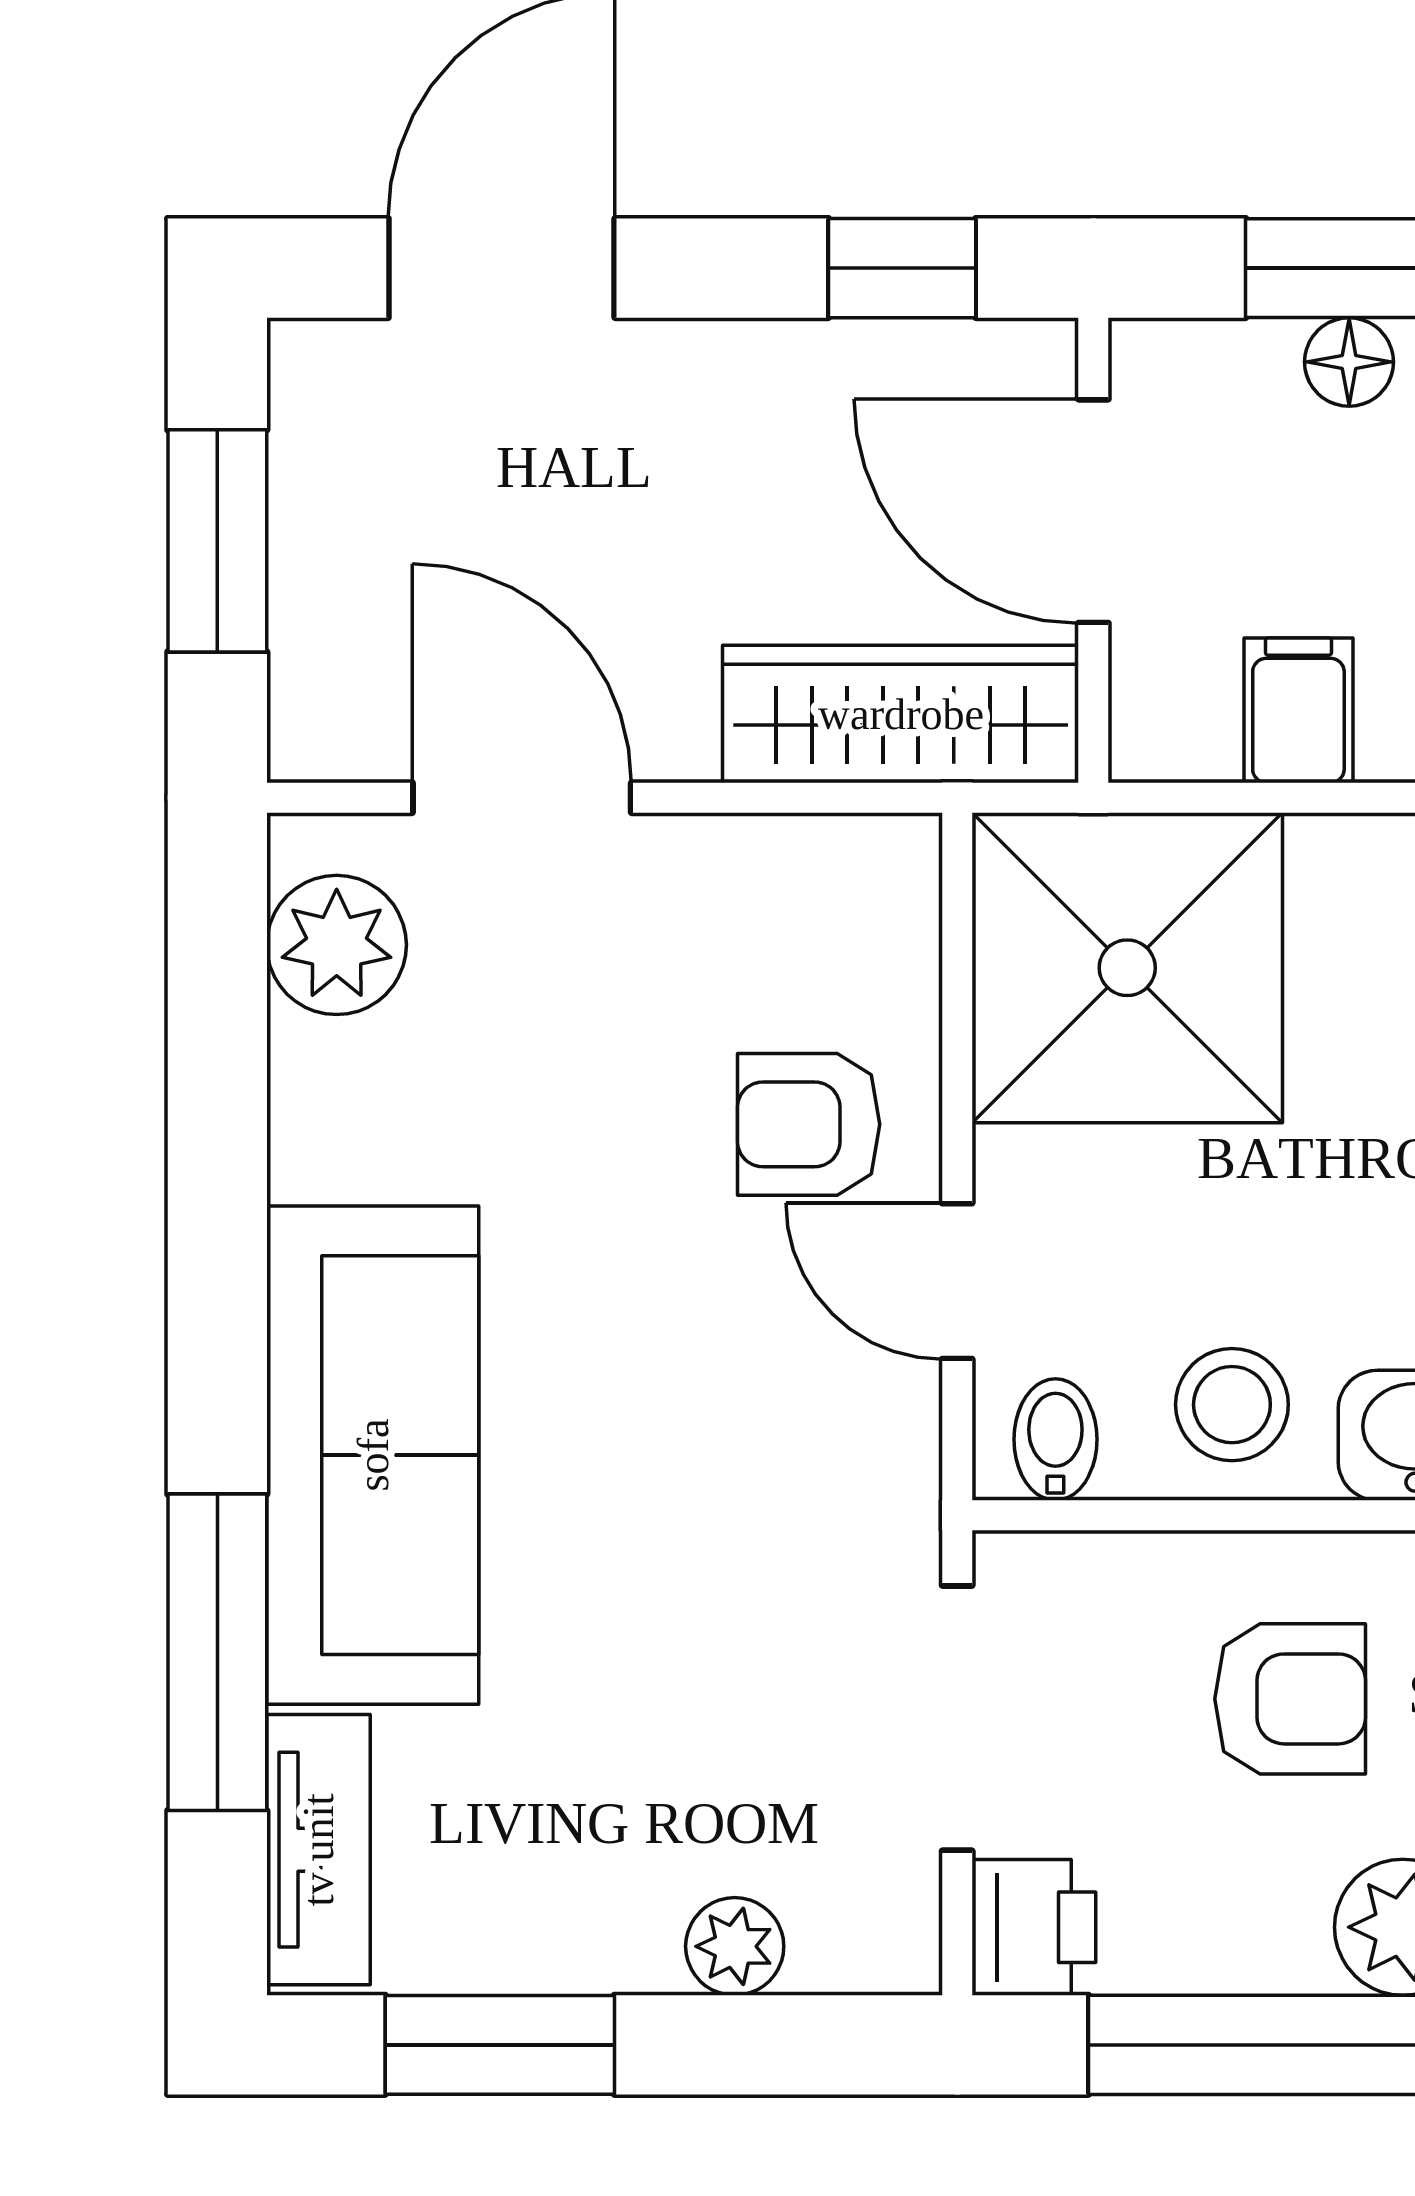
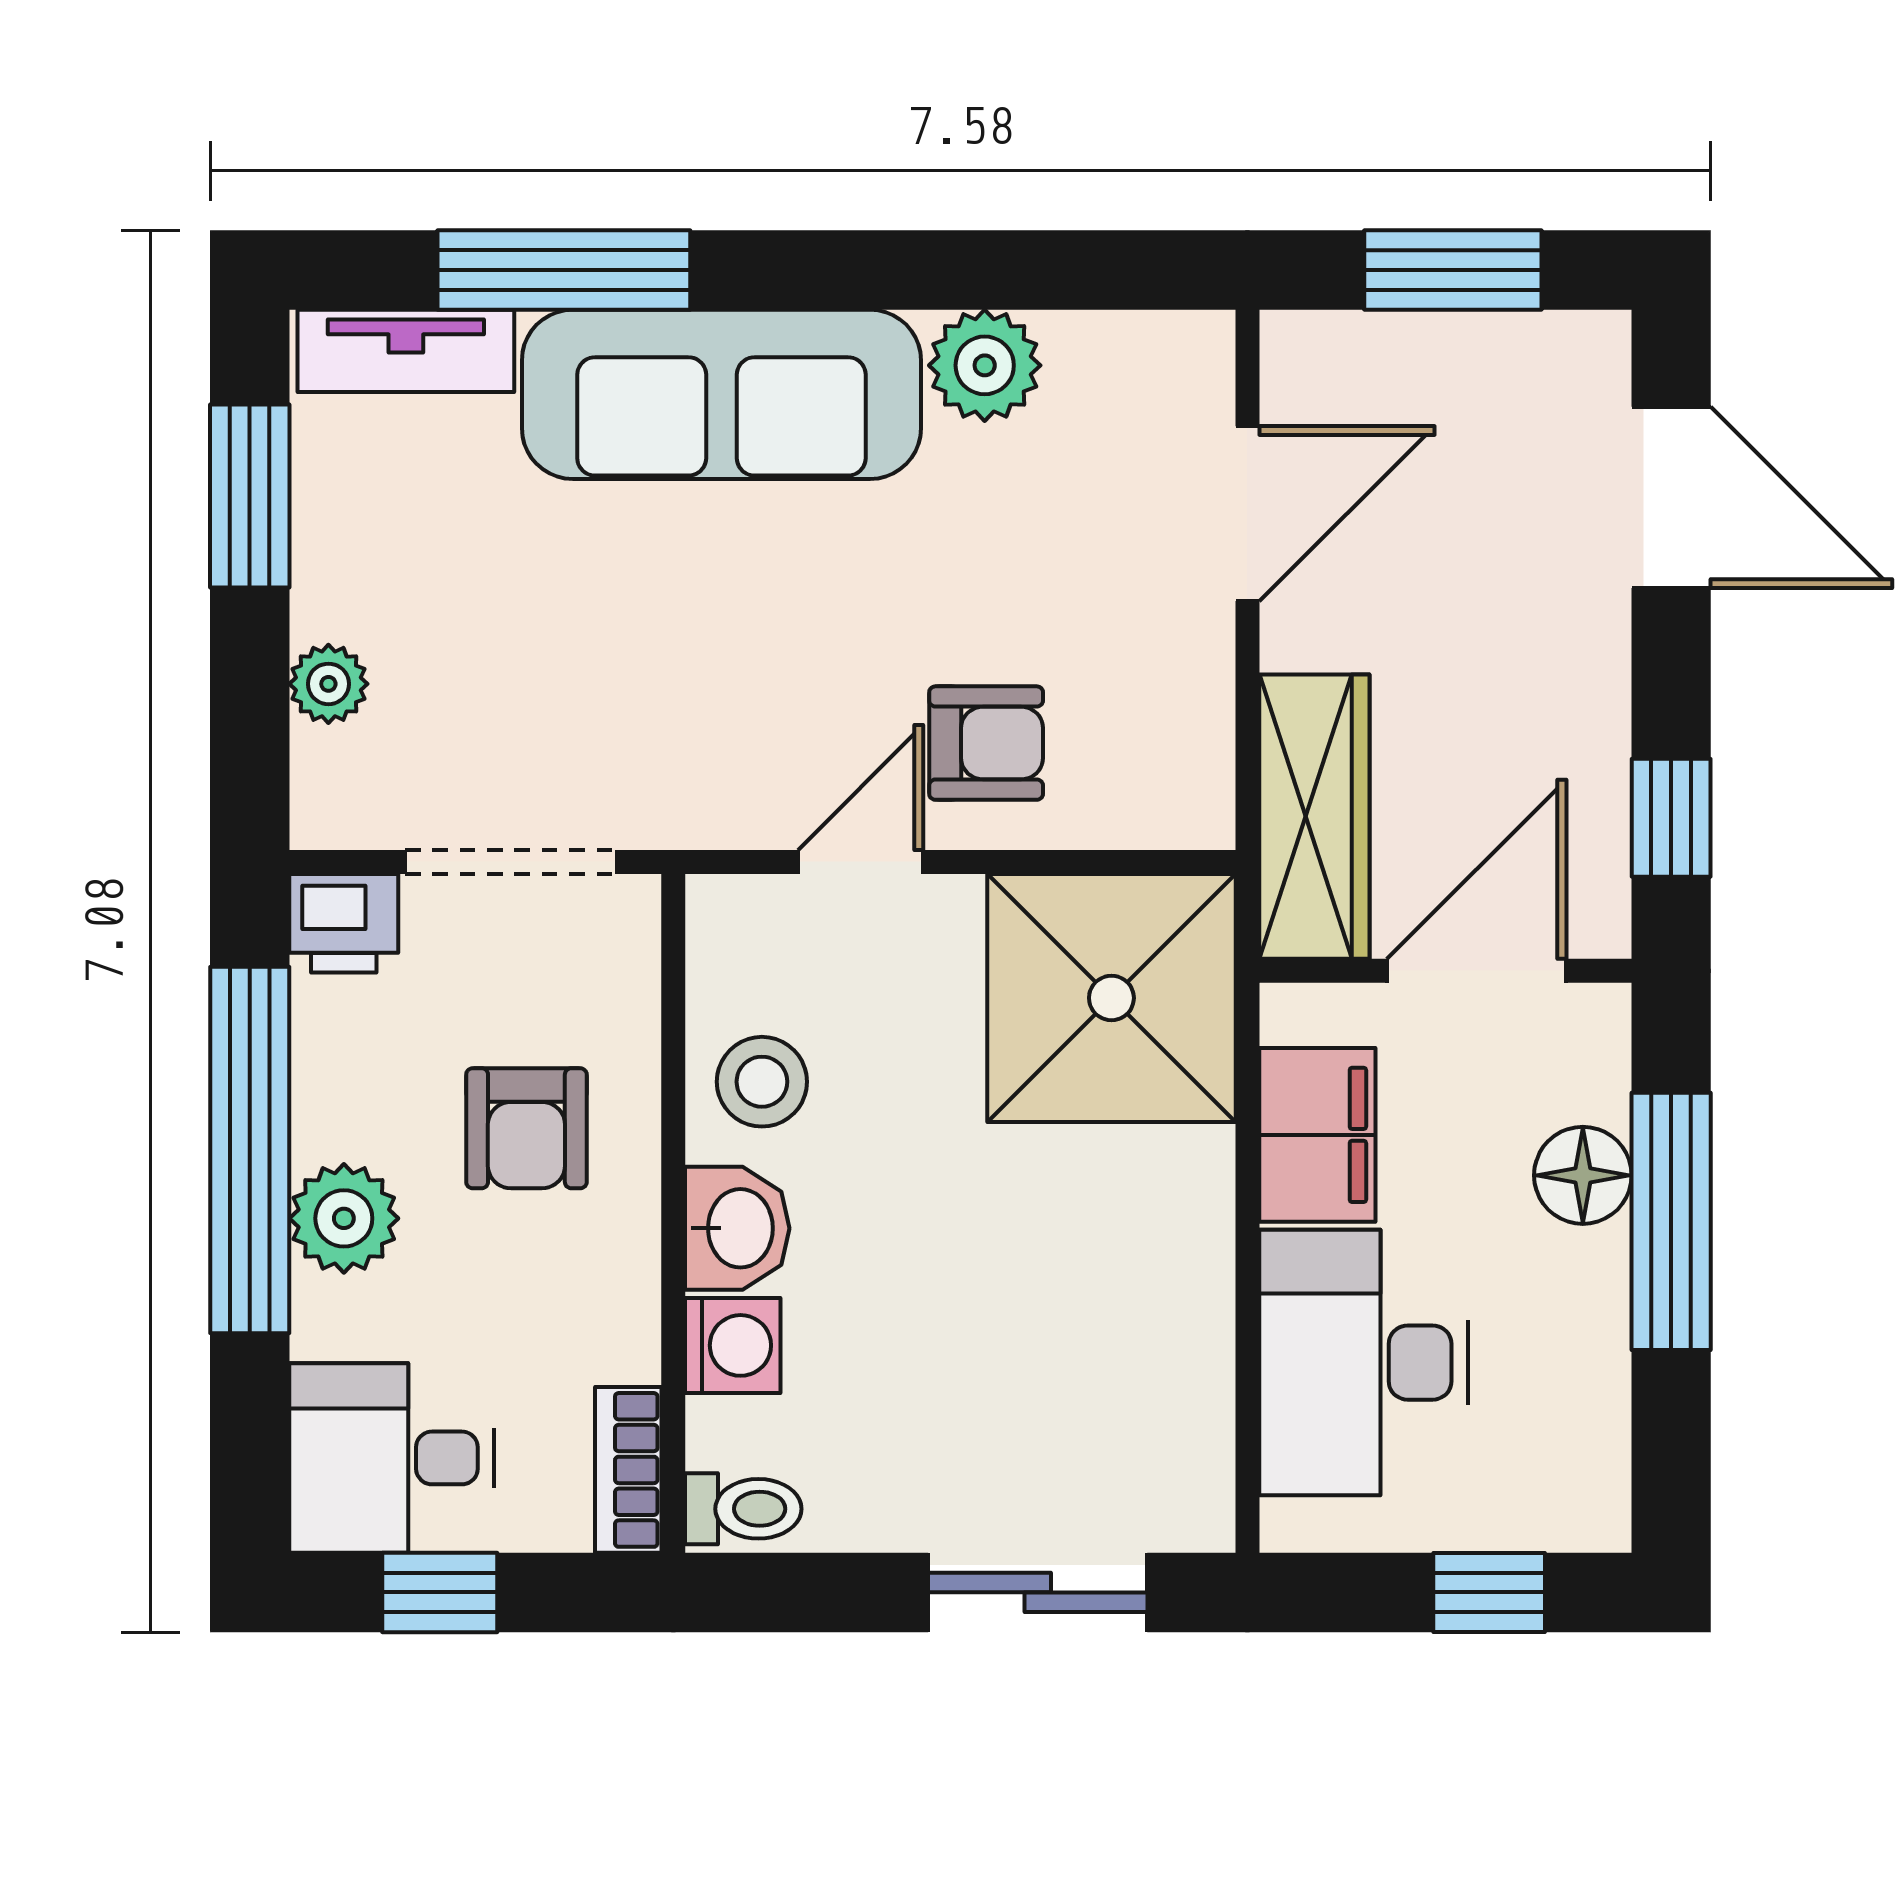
floor lamp: (1349, 362) -> (1583, 1175), width x1.37, depth x1.37
filing cabinet: (1298, 710) -> (1317, 1135), width x2.00
plant: (337, 945) -> (985, 365), moved
armchair: (809, 1124) -> (986, 743), turned 90
bidet: (1055, 1439) -> (734, 941), removed

